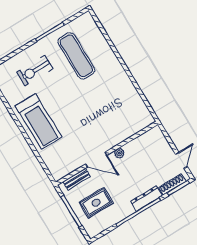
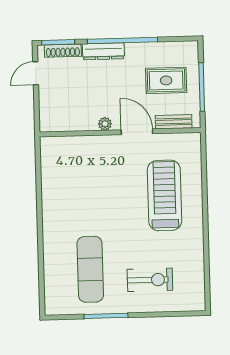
treadmill: (39, 122) -> (165, 195), moved

